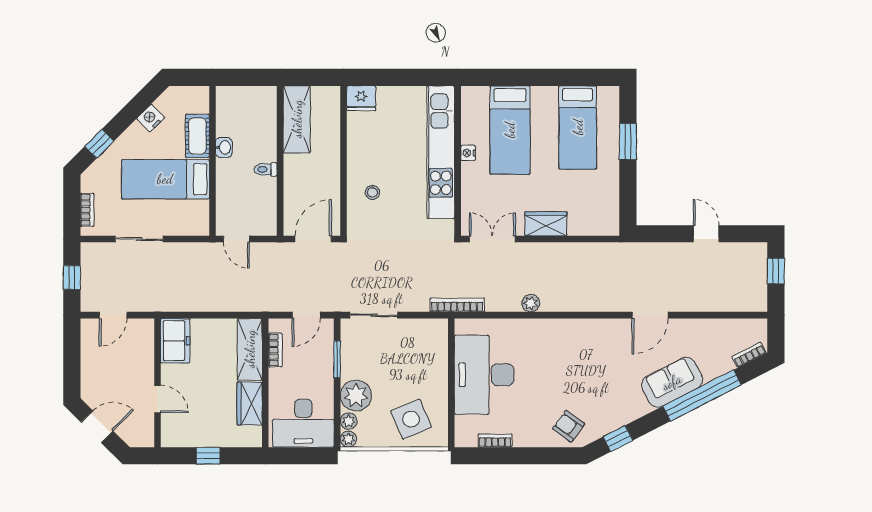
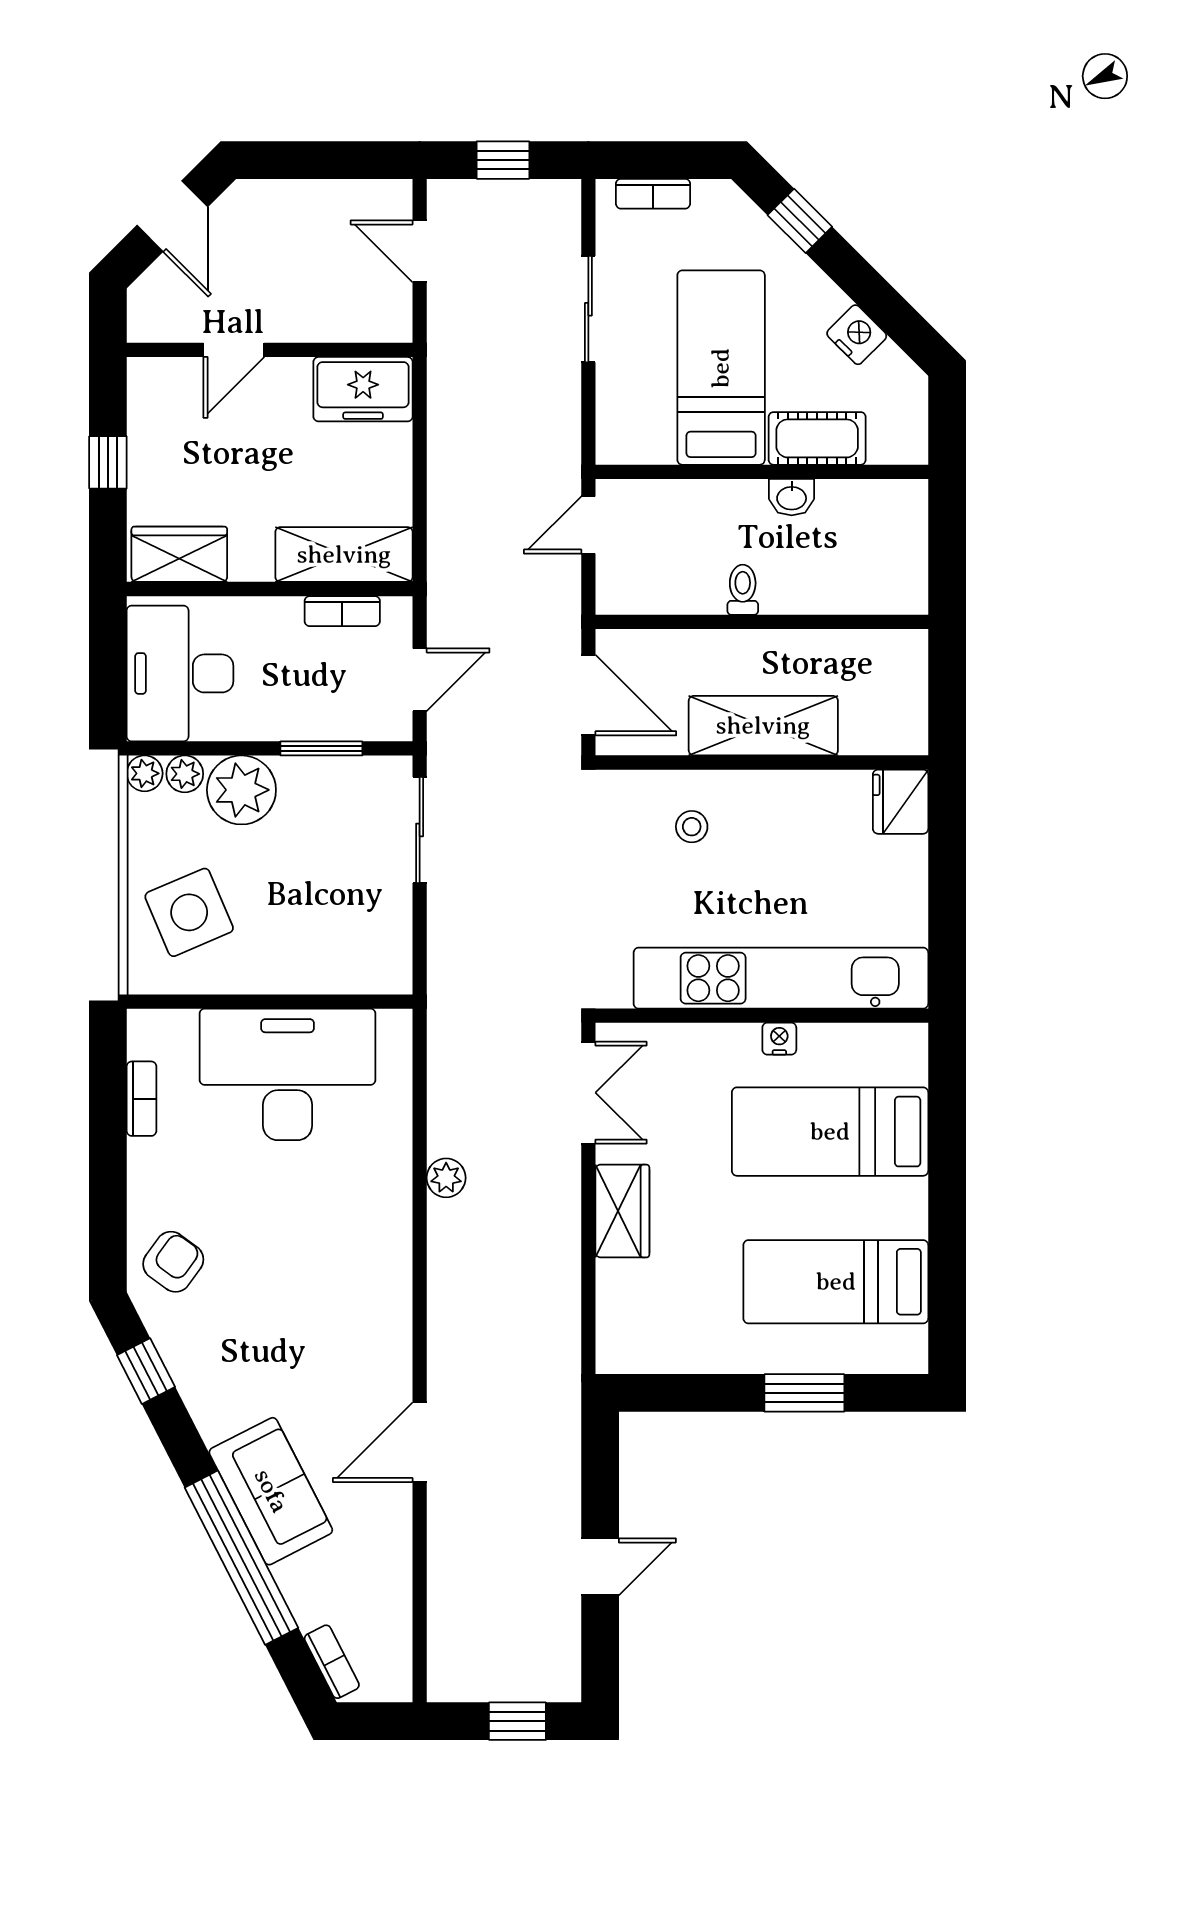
shelving: (297, 119) -> (763, 726), moved
bookcase: (457, 305) -> (442, 1015), removed
door: (306, 315) -> (420, 680), swing flipped
door: (650, 315) -> (420, 1442), hinge flipped
wardrobe: (250, 403) -> (179, 554), moved

